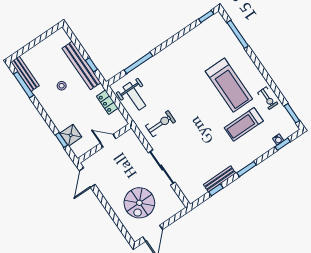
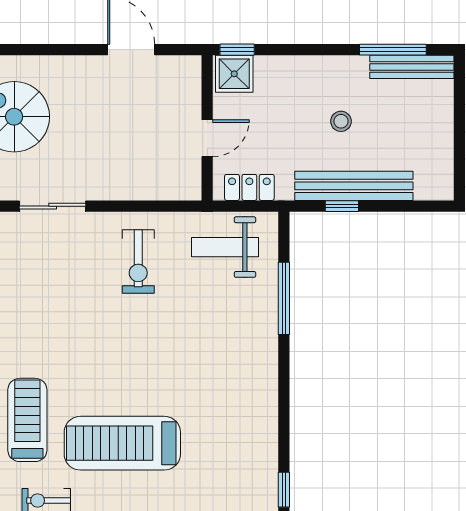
door: (108, 141) -> (207, 138), moved
wall: (104, 143) -> (207, 128), moved
sliding door: (162, 167) -> (53, 206), width x0.73

